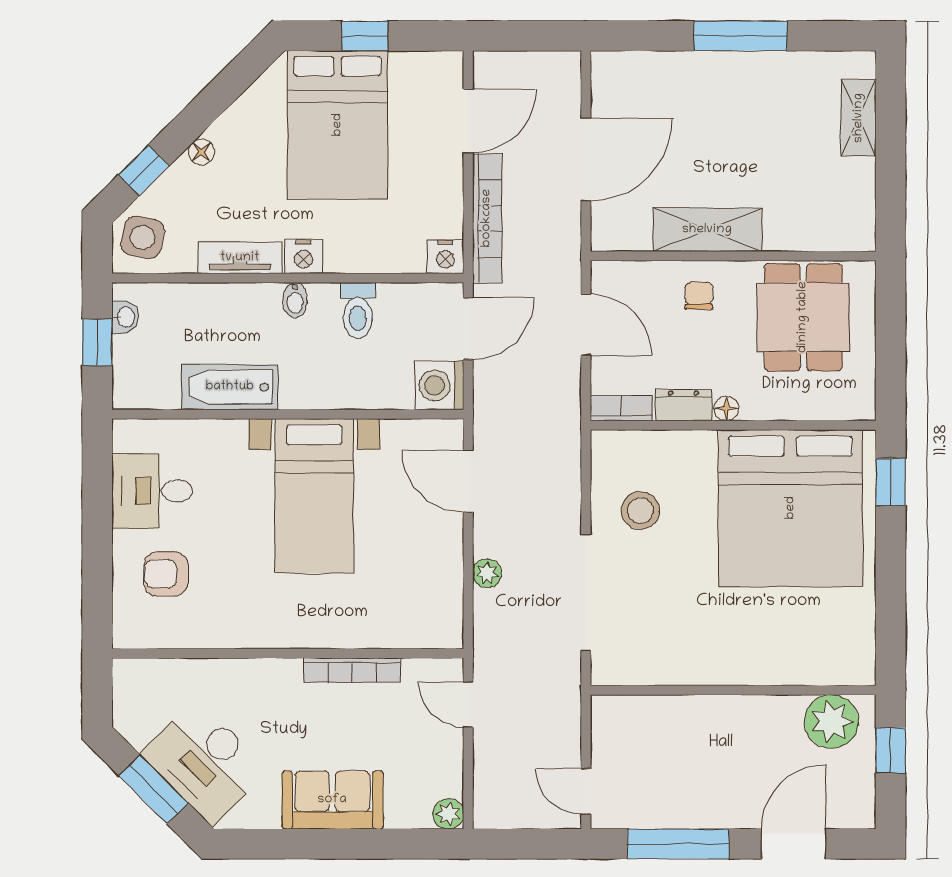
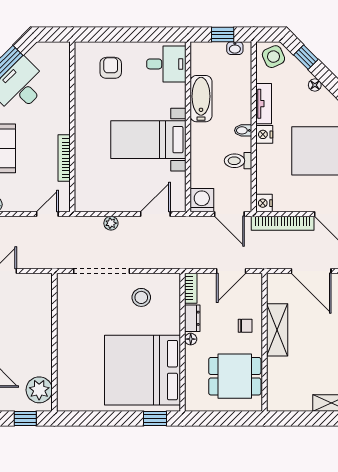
side table: (143, 237) -> (273, 57), turned -35
desk: (152, 491) -> (166, 64), moved, turned 90

